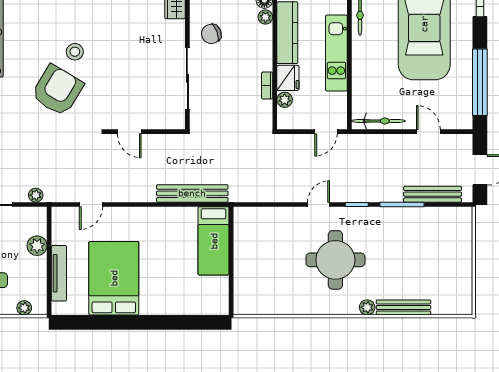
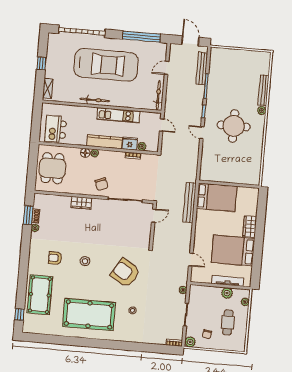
stool: (75, 52) -> (85, 261), moved
door: (129, 132) -> (154, 216), moved
bed: (214, 241) -> (217, 197), width x1.50
plant: (37, 246) -> (227, 293), moved
wardrobe: (159, 304) -> (250, 227), added

